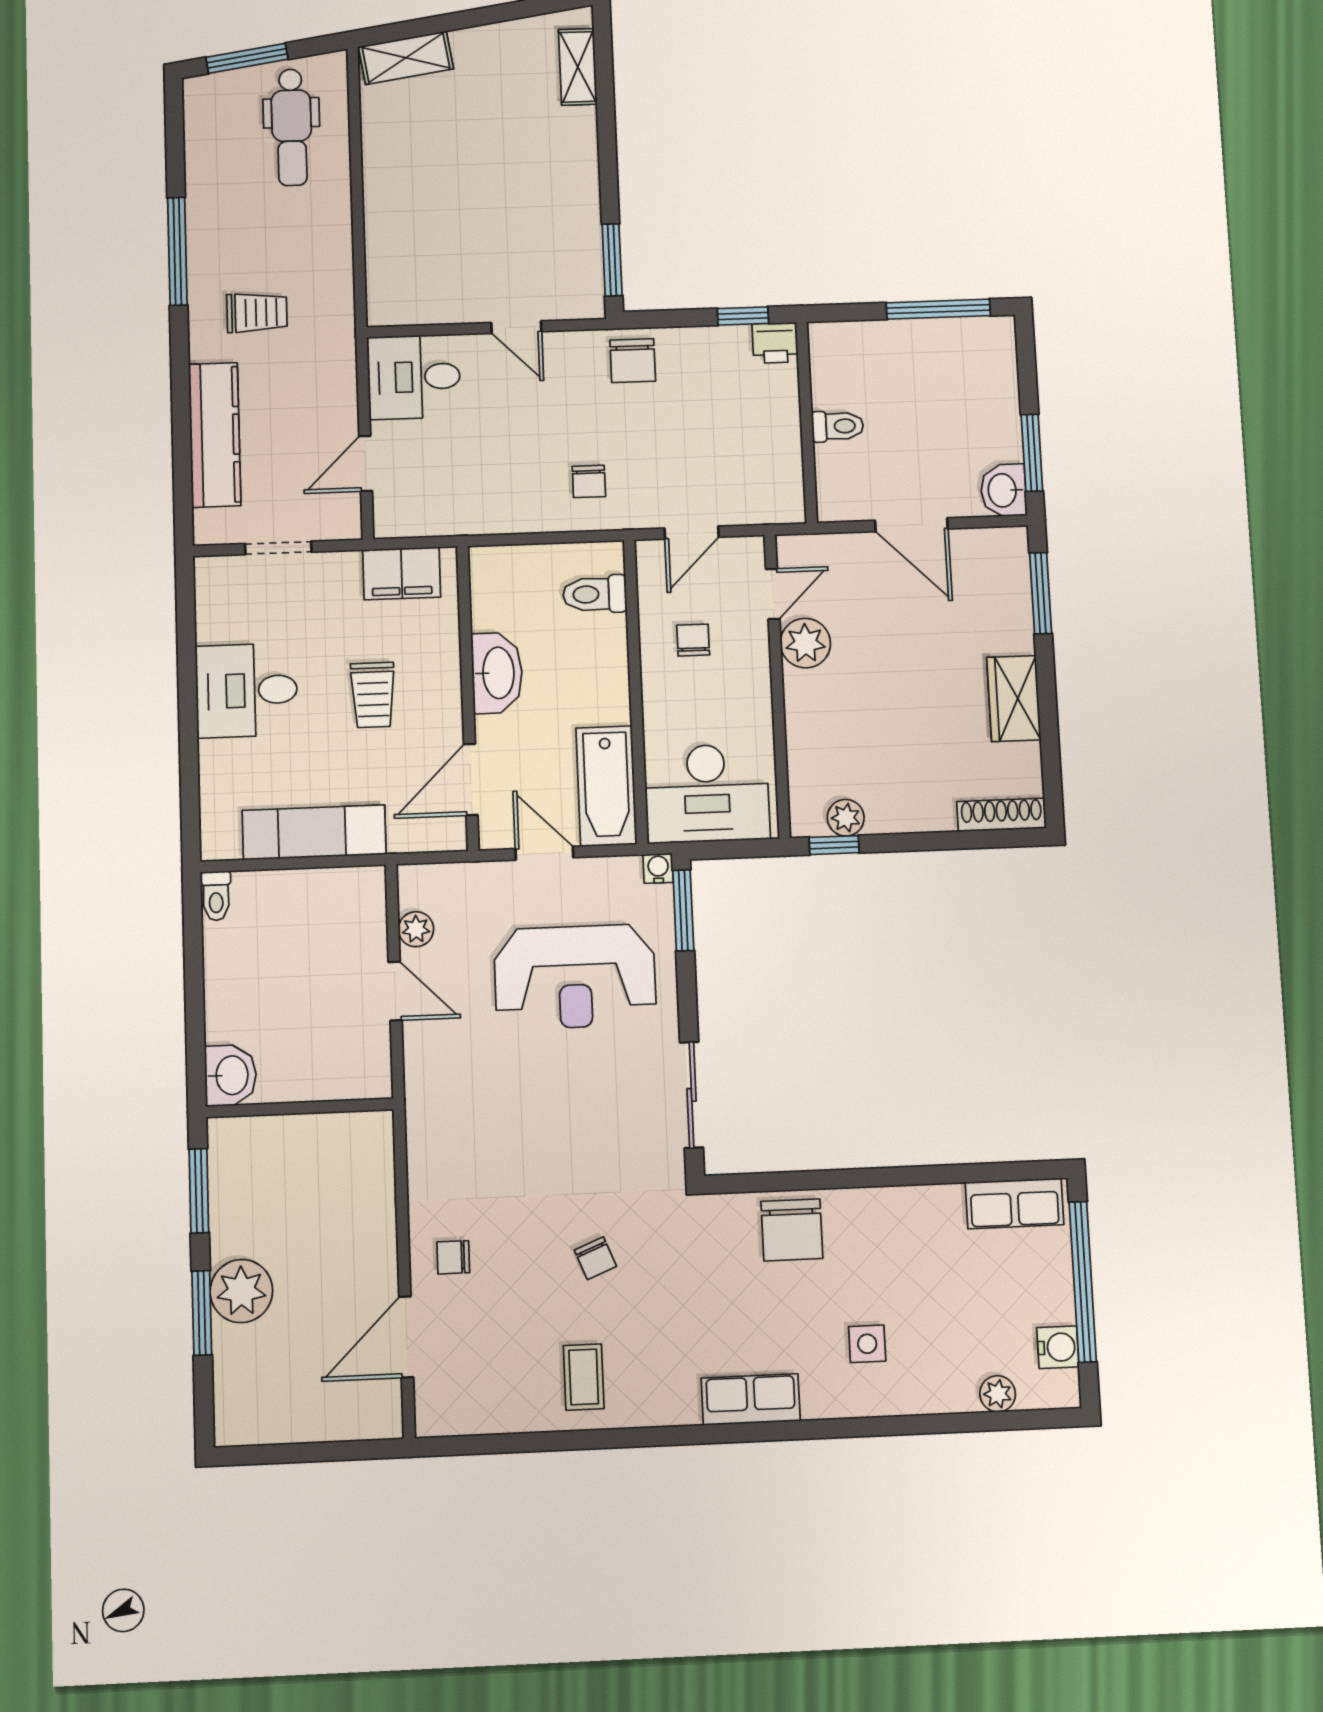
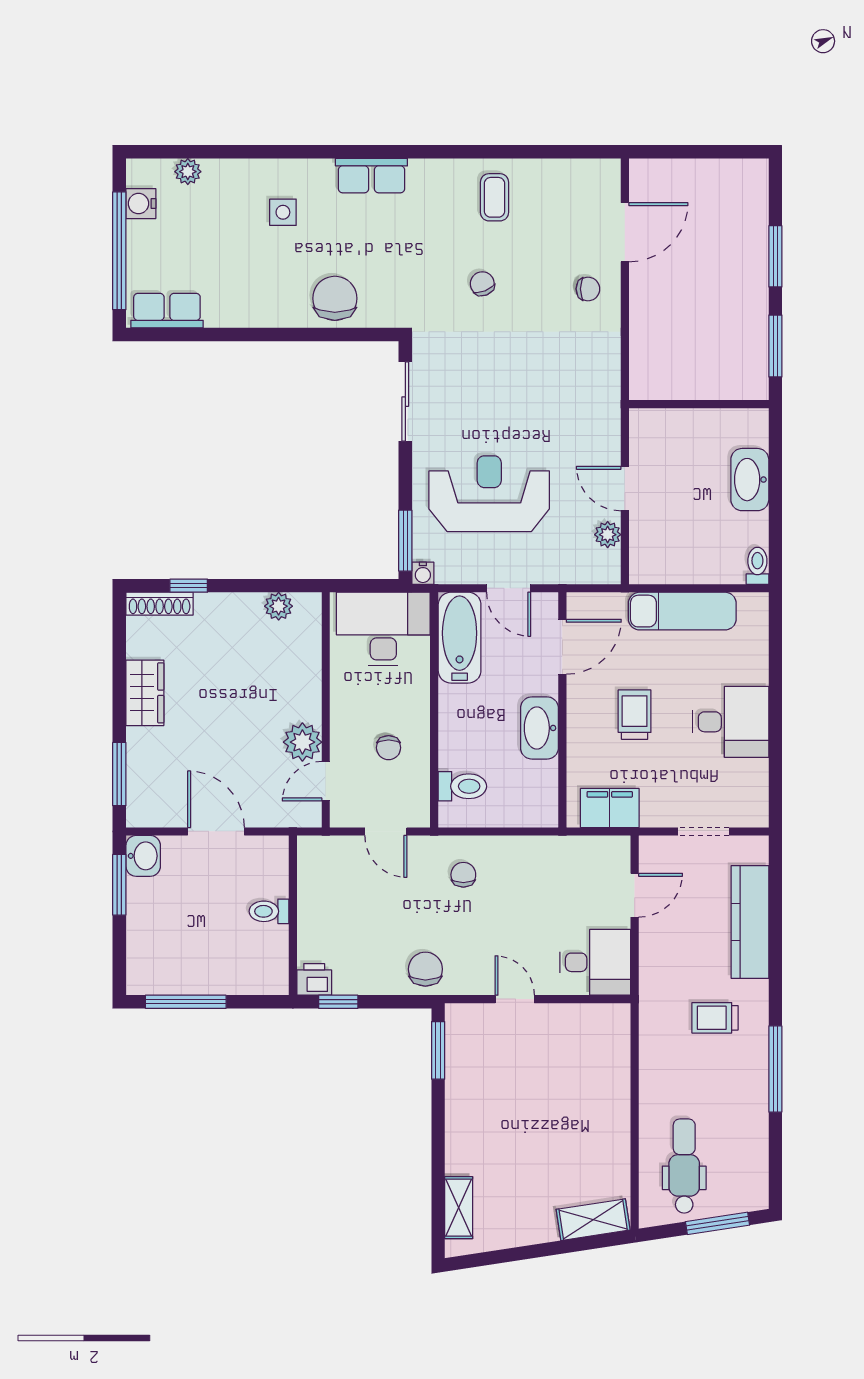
door: (692, 533) -> (386, 831), swing flipped
window: (834, 845) -> (189, 586), moved
washbasin: (231, 1075) -> (750, 480), moved, width x1.38
plant: (241, 1291) -> (746, 271), removed

